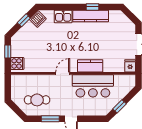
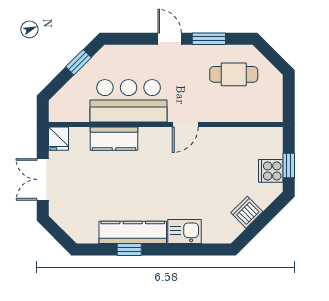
dishwasher: (38, 19) -> (247, 212), moved
window: (24, 20) -> (259, 224), removed
cooker: (17, 63) -> (271, 171), moved
kitchen counter: (90, 66) -> (114, 139), moved

